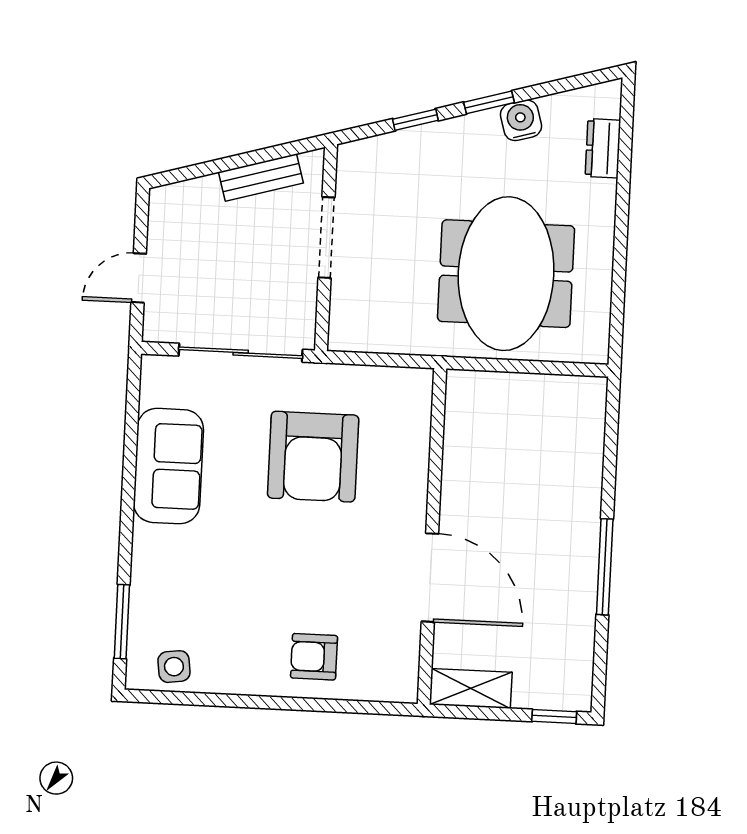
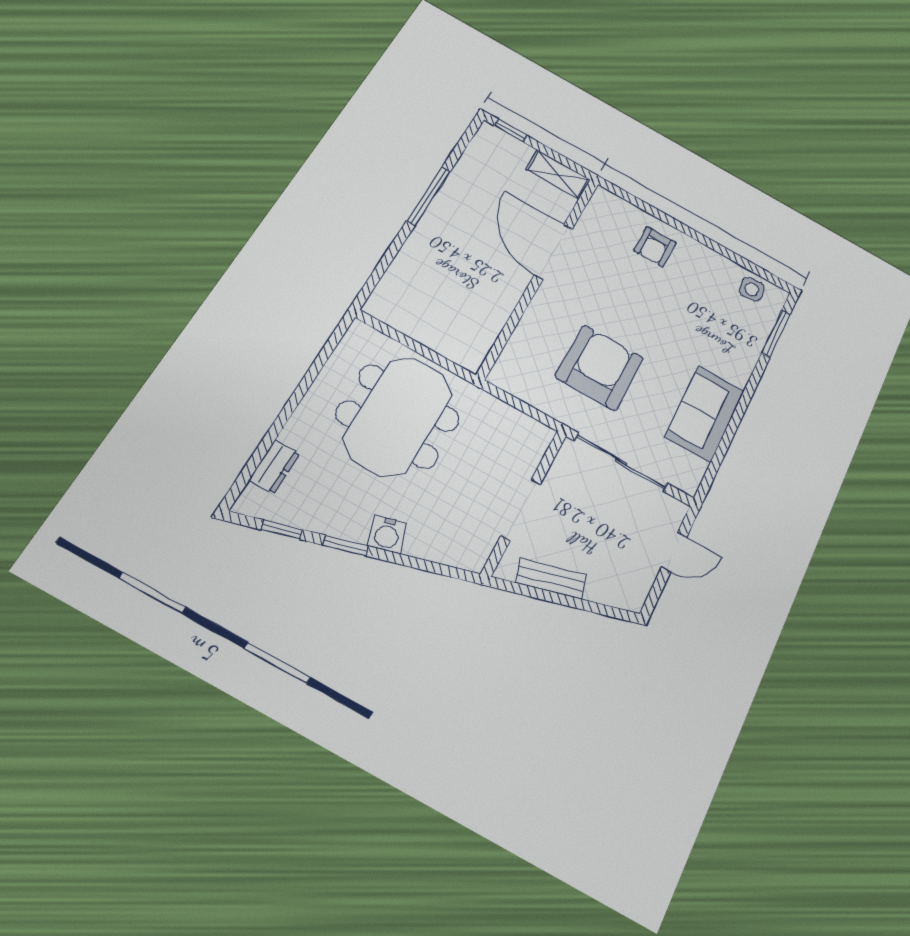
window: (415, 120) -> (282, 530), moved
water cooler: (521, 120) -> (387, 534), moved
armchair: (314, 657) -> (655, 247), turned 90

